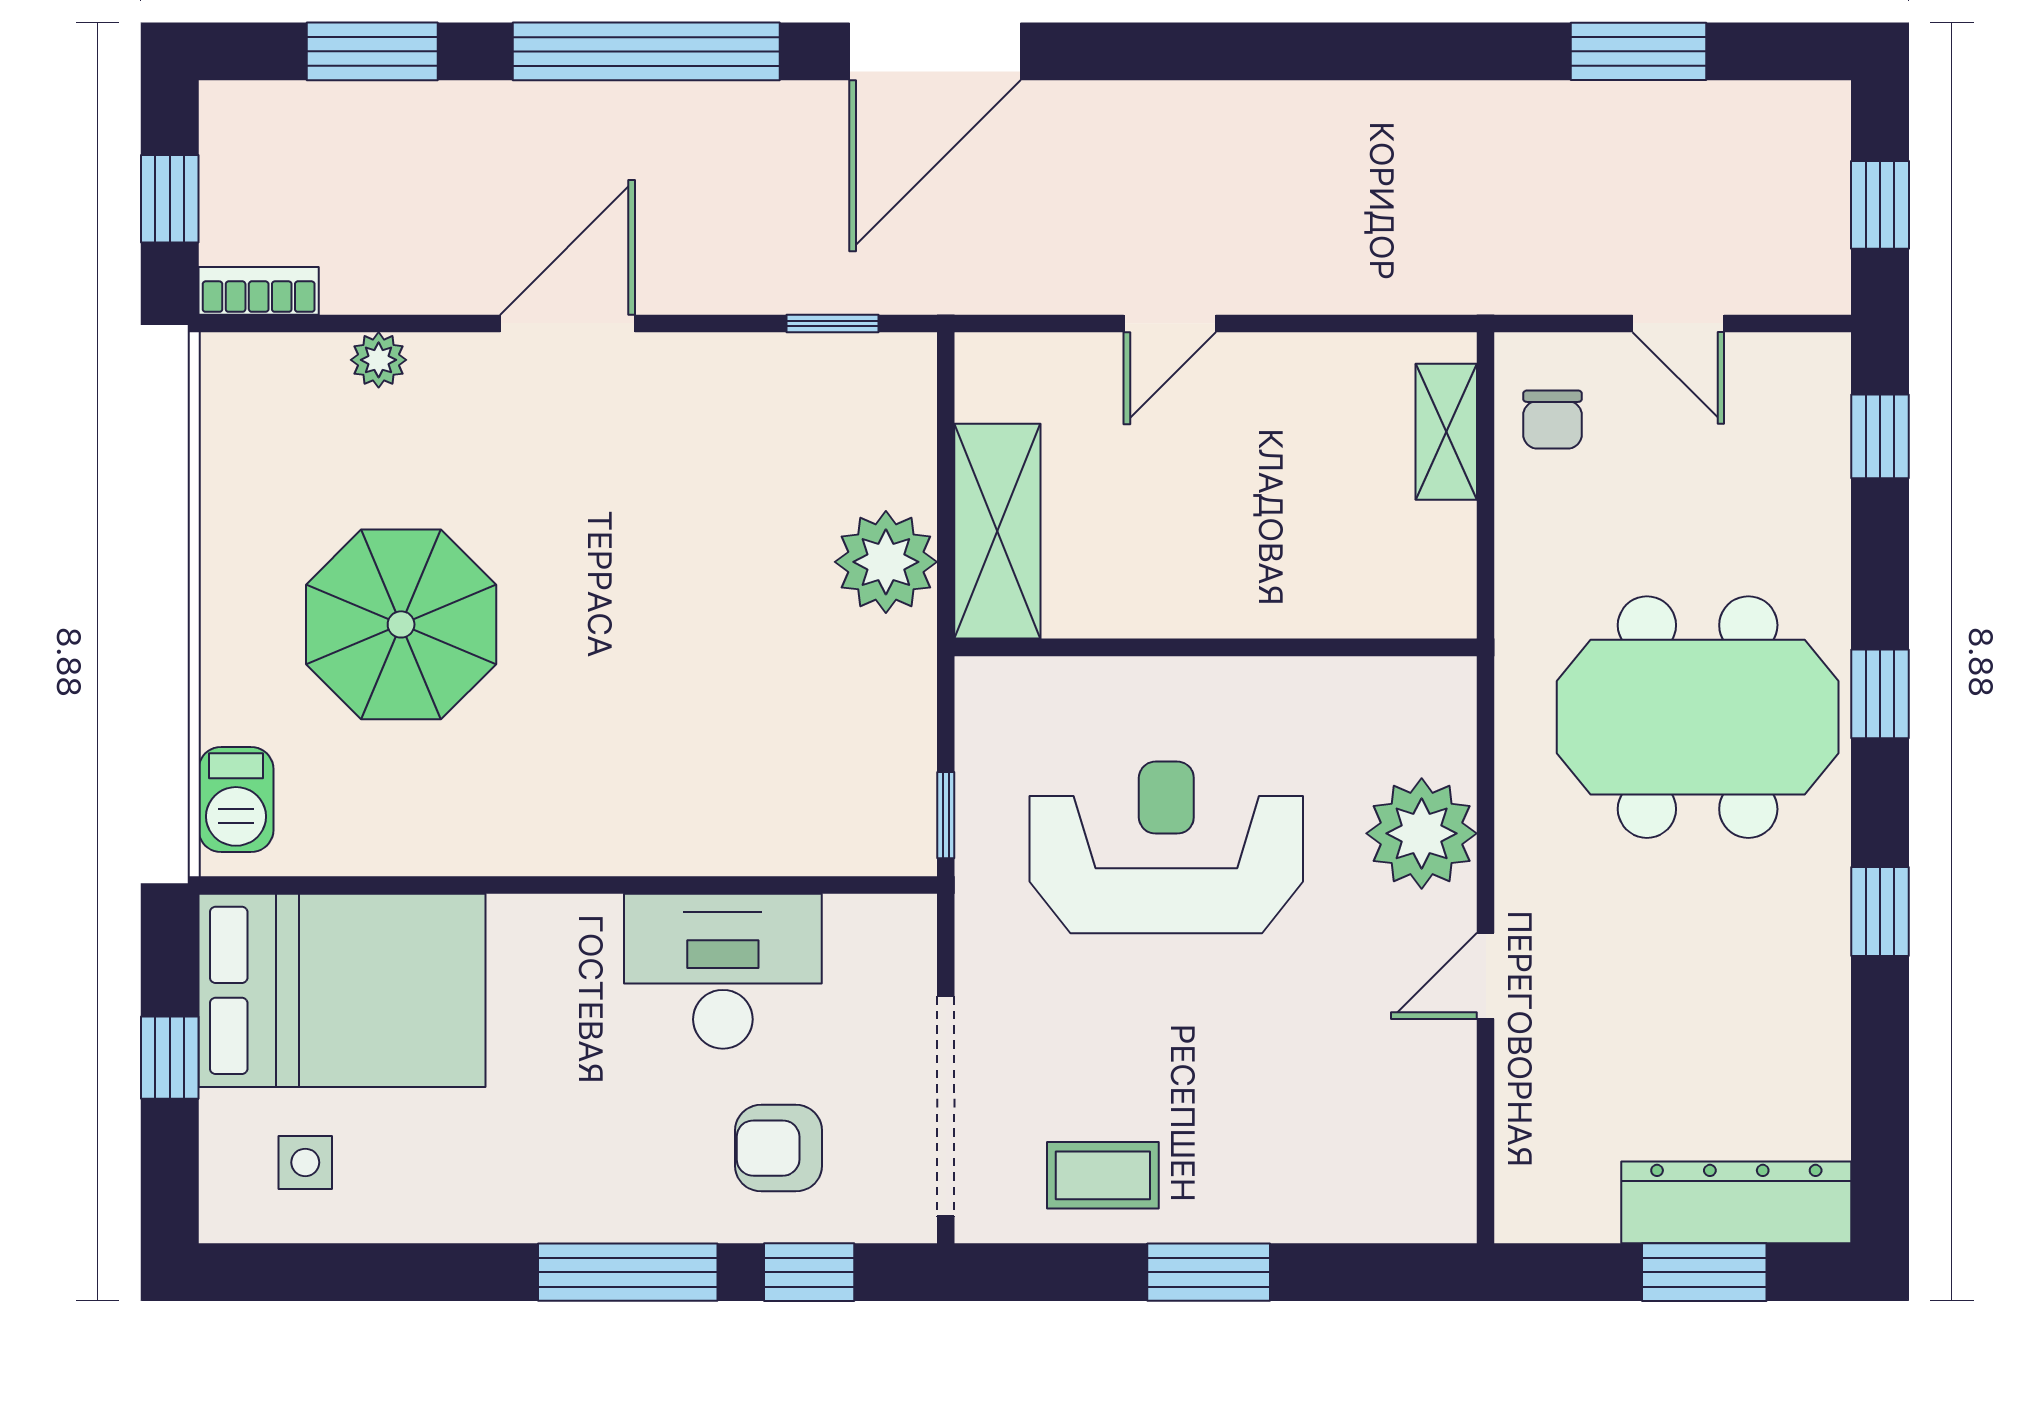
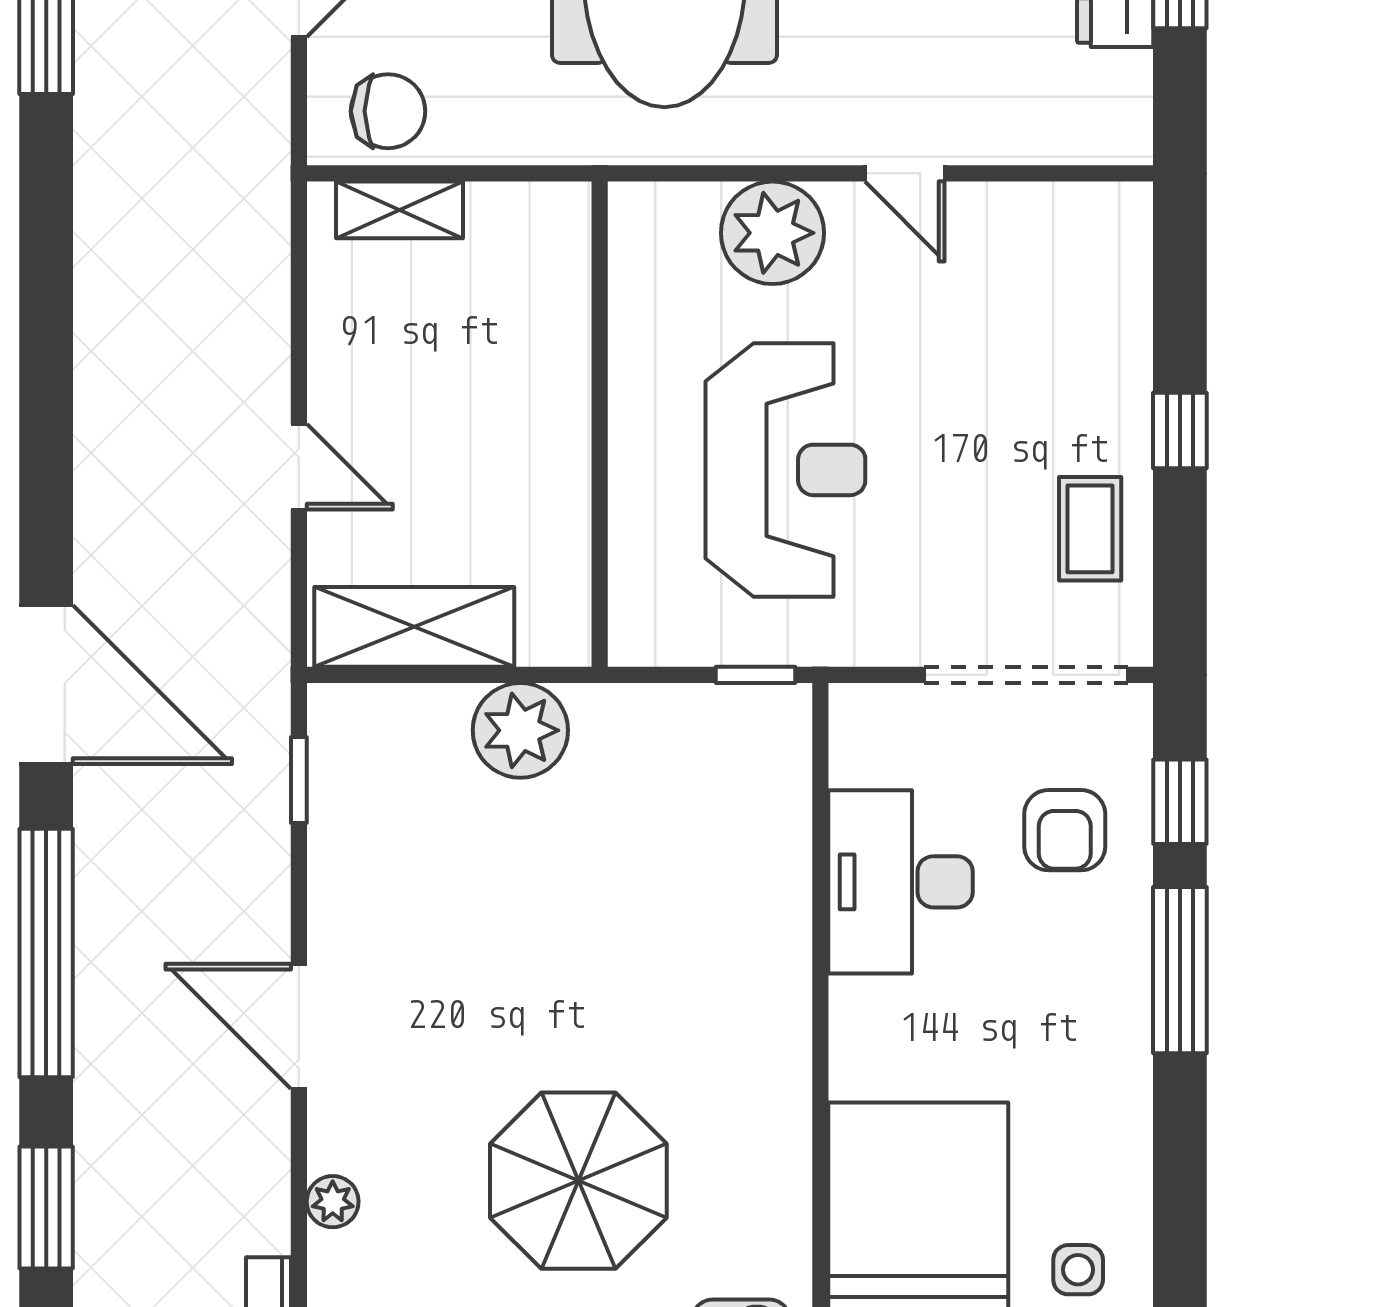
chair: (1553, 420) -> (388, 111), width x1.37, depth x1.37
shelving: (997, 531) -> (414, 627), moved
reception desk: (1166, 847) -> (785, 470), turned 180
window: (1209, 1272) -> (1180, 431), width x0.67

